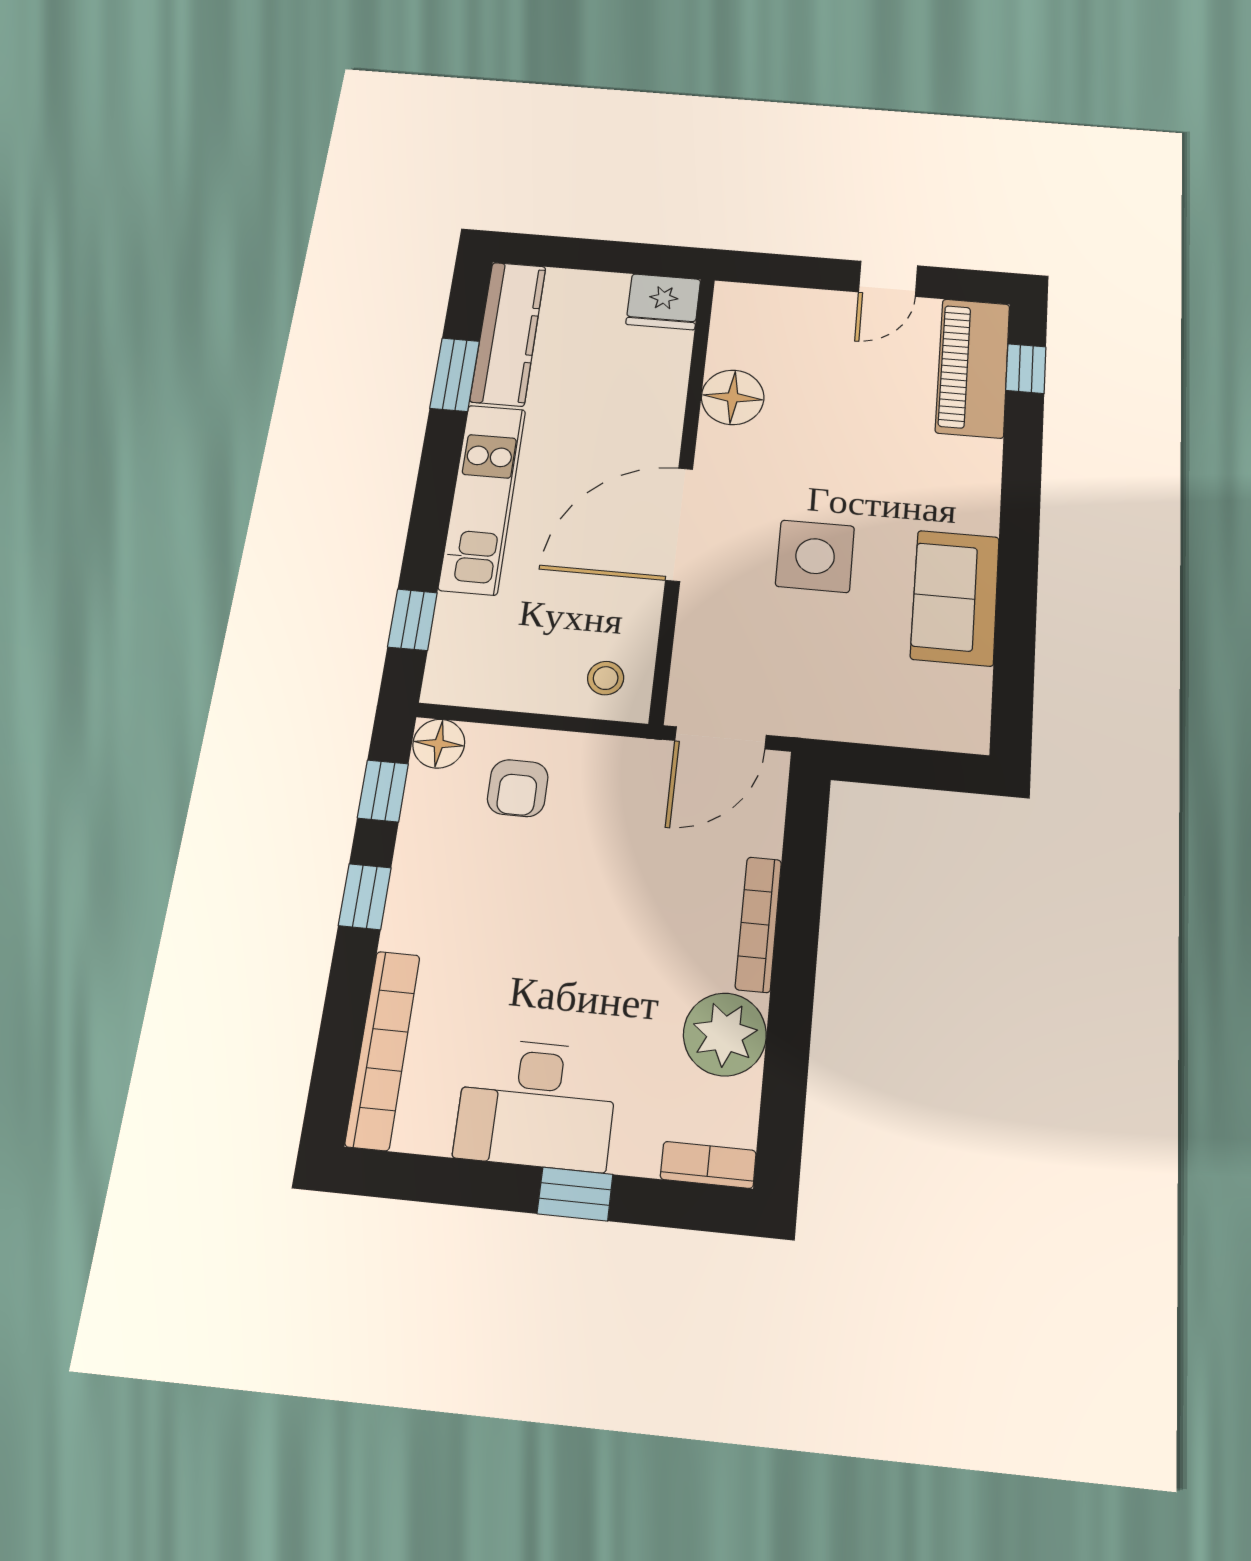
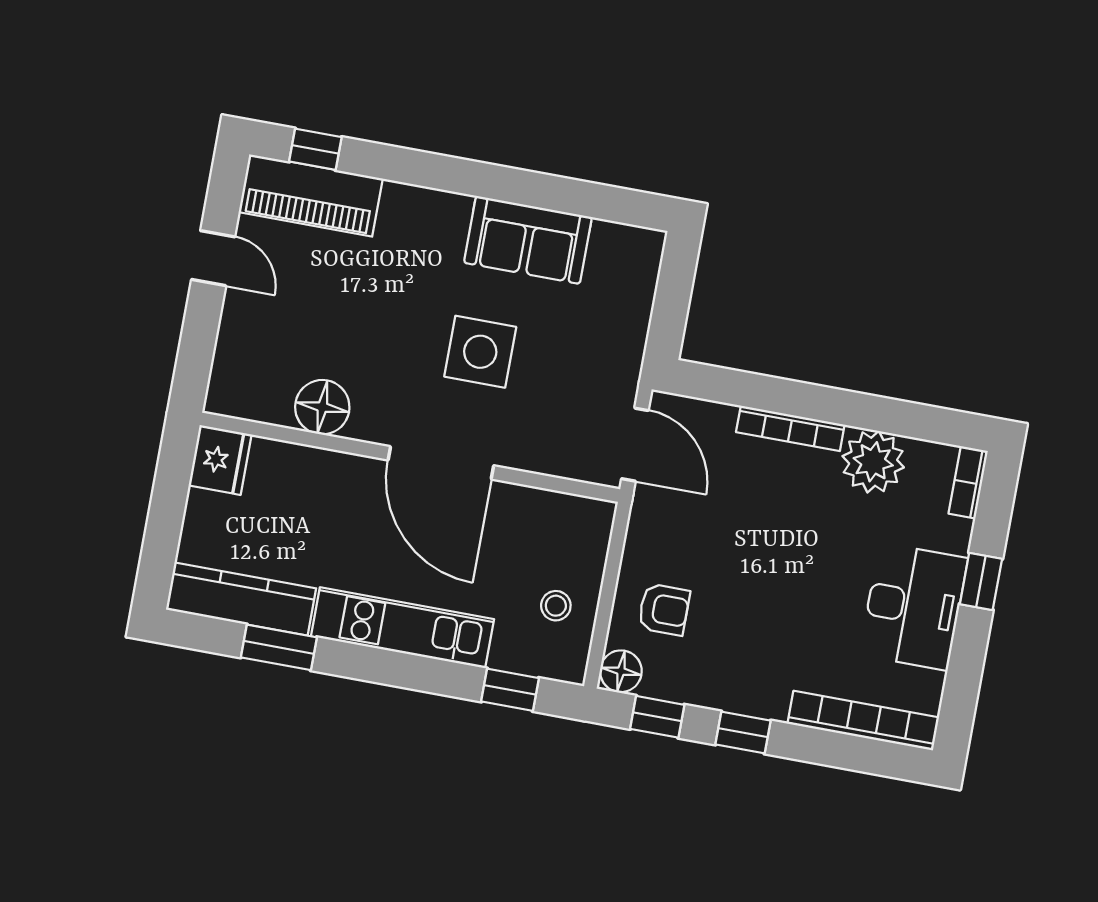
stool: (606, 678) -> (556, 606), moved

